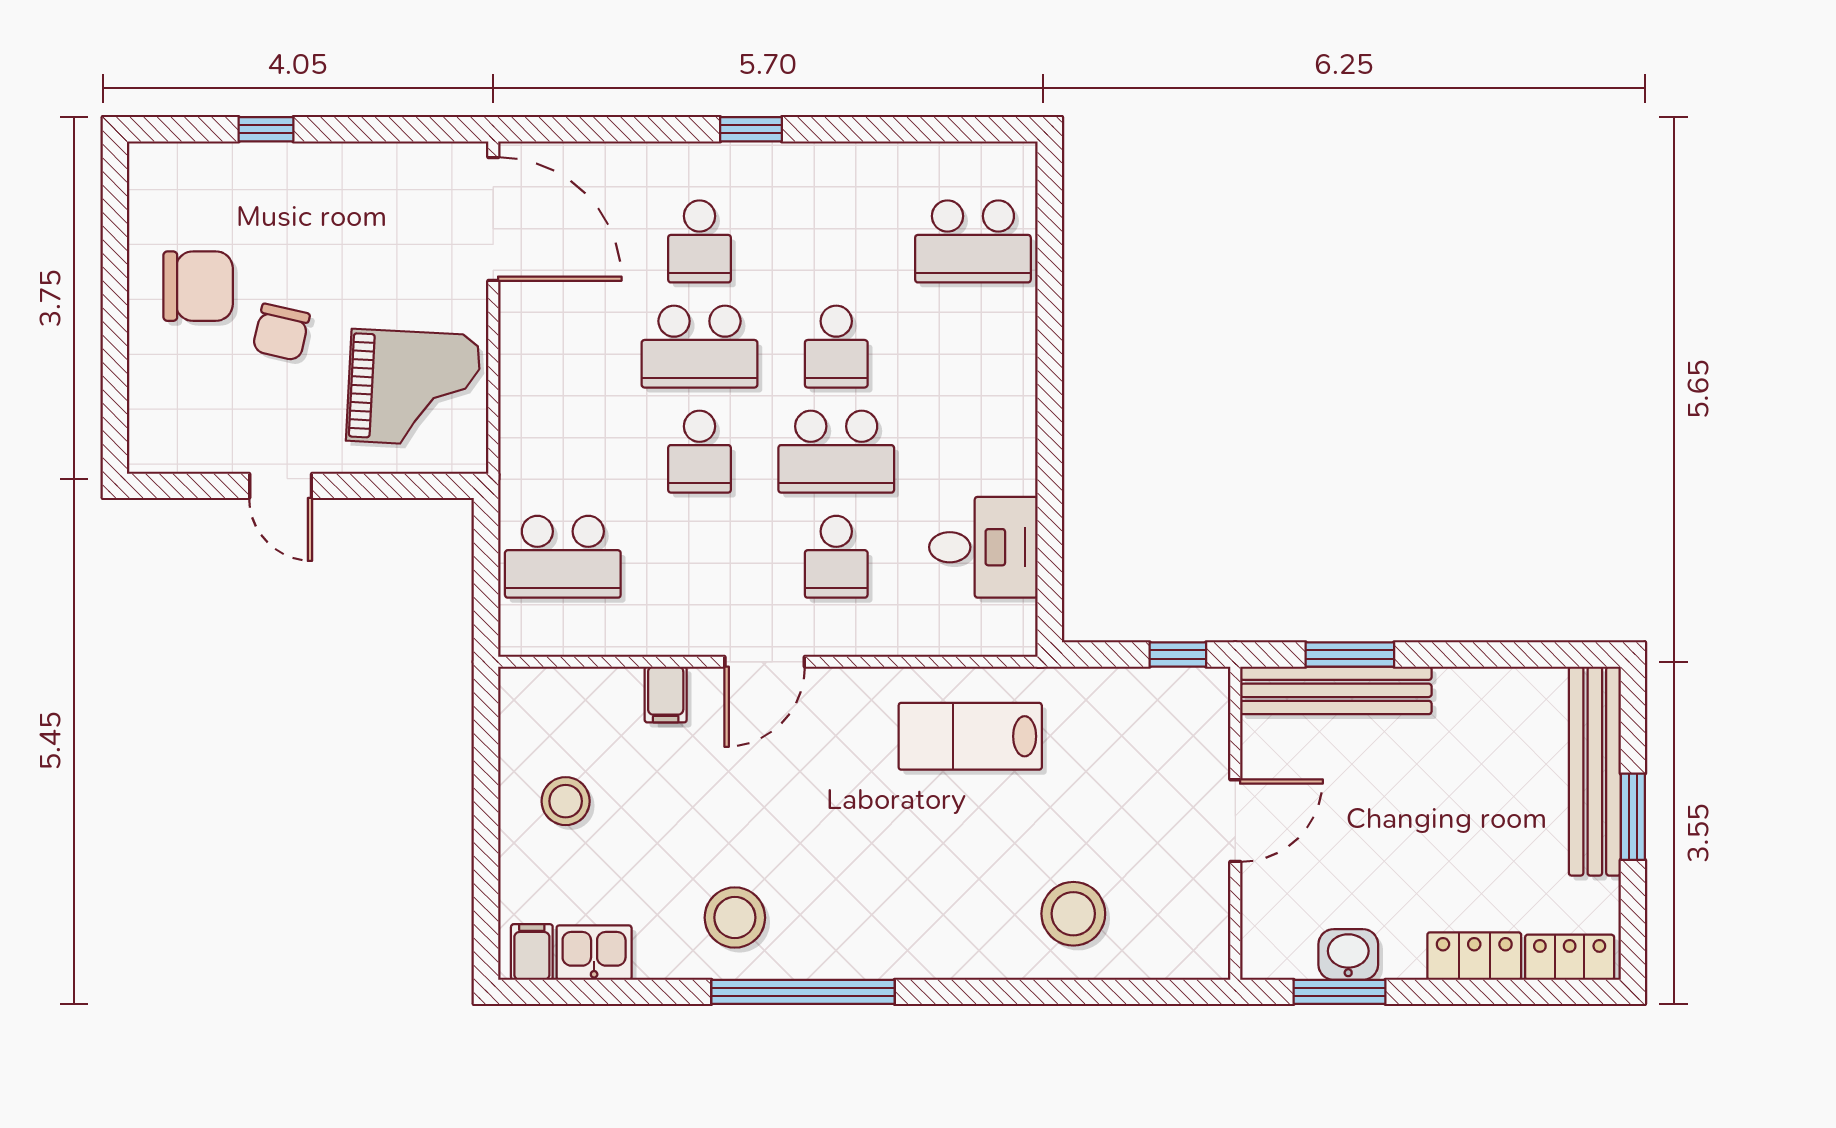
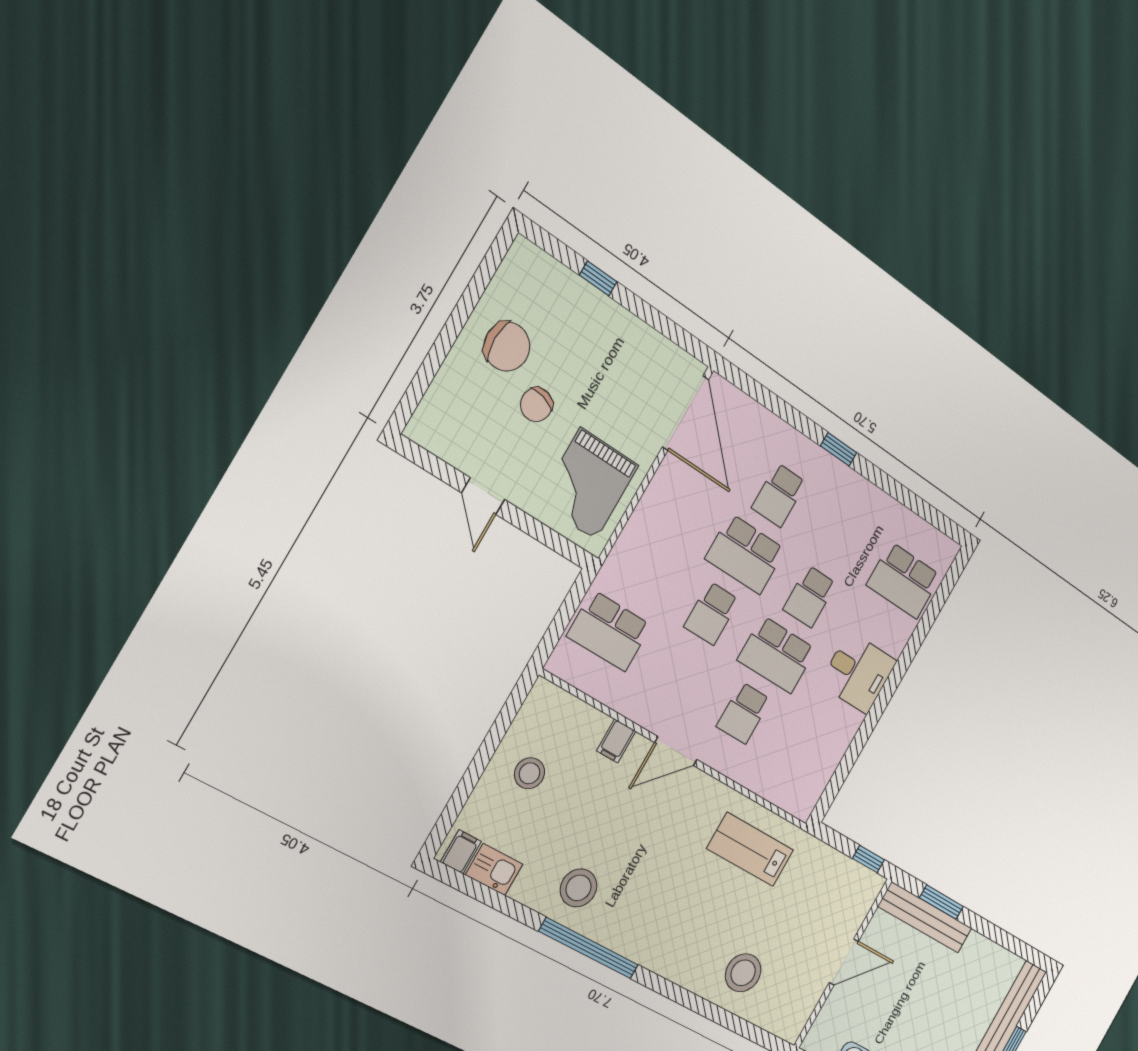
grand piano: (413, 388) -> (588, 484), turned 87
desk: (983, 547) -> (858, 672), moved

